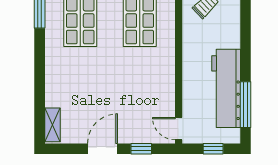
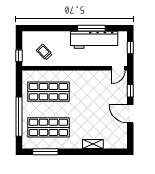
window: (246, 105) -> (91, 28), moved
shelving: (52, 125) -> (93, 144), moved

